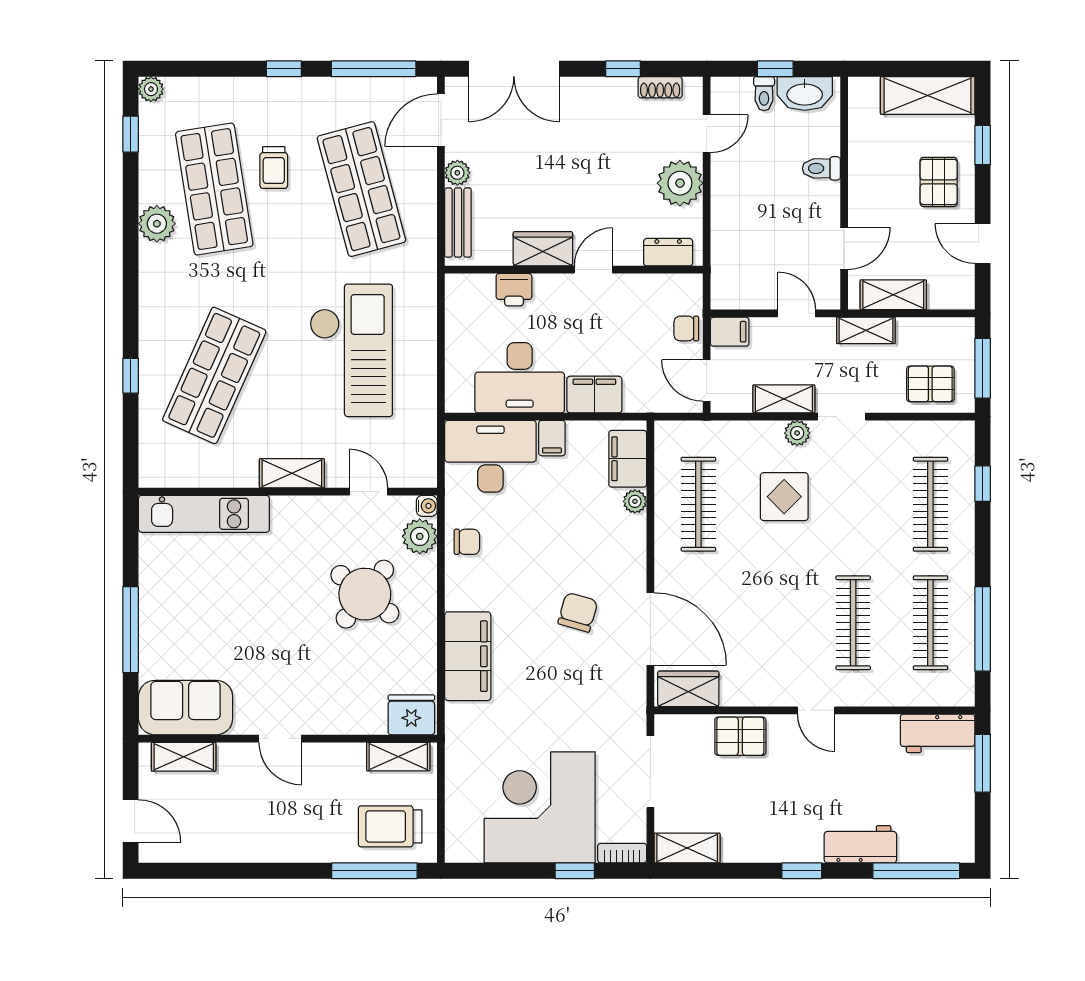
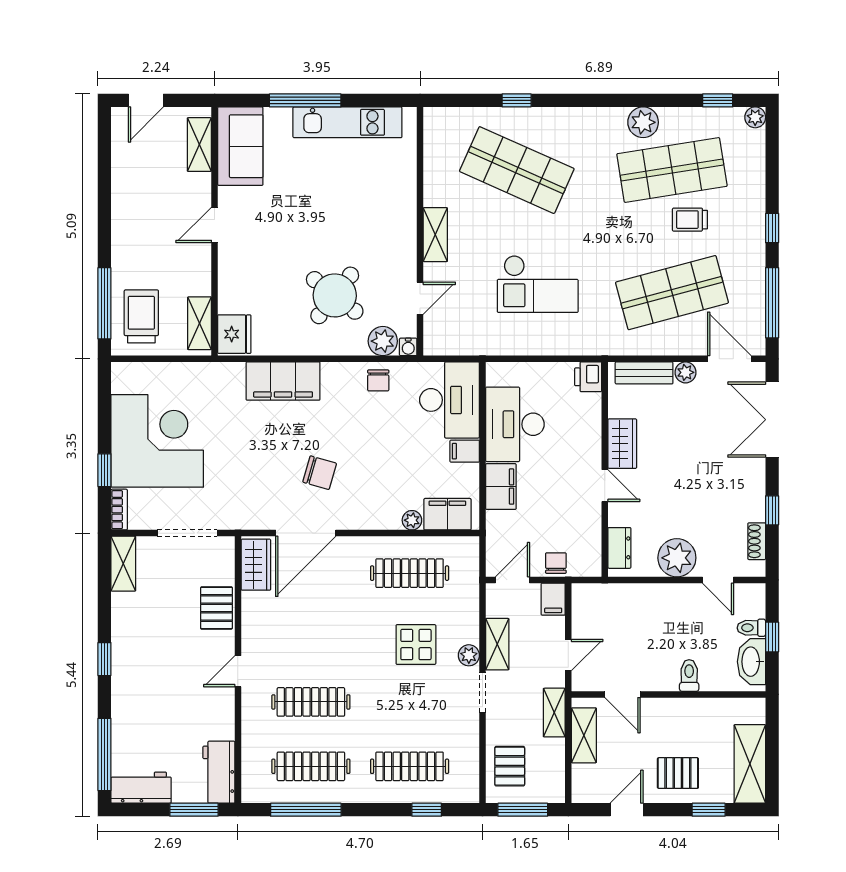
printer: (514, 290) -> (588, 377), moved
checkout: (351, 350) -> (538, 284), width x0.73, depth x0.83
kitchen unit: (204, 514) -> (347, 122), moved, turned -90
workbench: (860, 844) -> (141, 788), moved, turned -90

